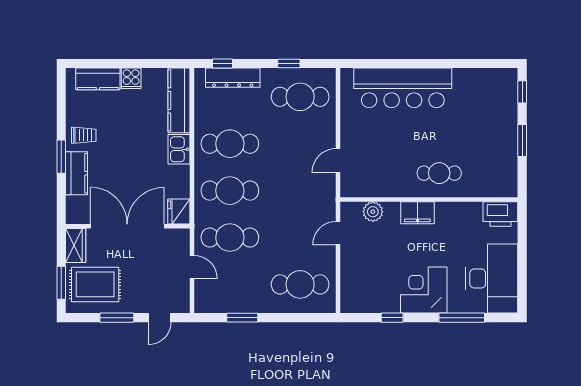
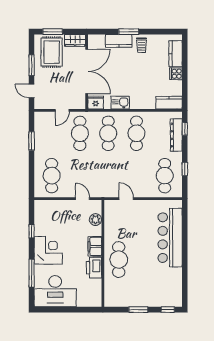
kitchen counter: (179, 100) -> (169, 103), width x0.67
kitchen sink: (179, 149) -> (120, 103), moved
cafe table: (439, 173) -> (119, 260), width x1.37, depth x1.35
printer: (500, 214) -> (94, 268), moved

